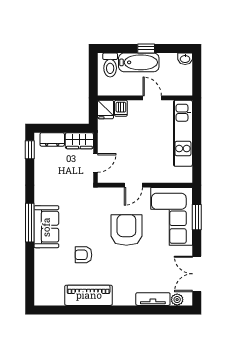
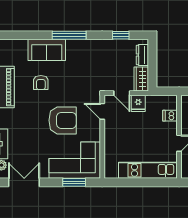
fridge: (106, 110) -> (138, 103), moved, turned -90
window: (30, 150) -> (121, 35), moved
door: (133, 185) -> (102, 111), moved
sofa: (46, 227) -> (47, 50), moved
armchair: (83, 255) -> (41, 83), turned 180

